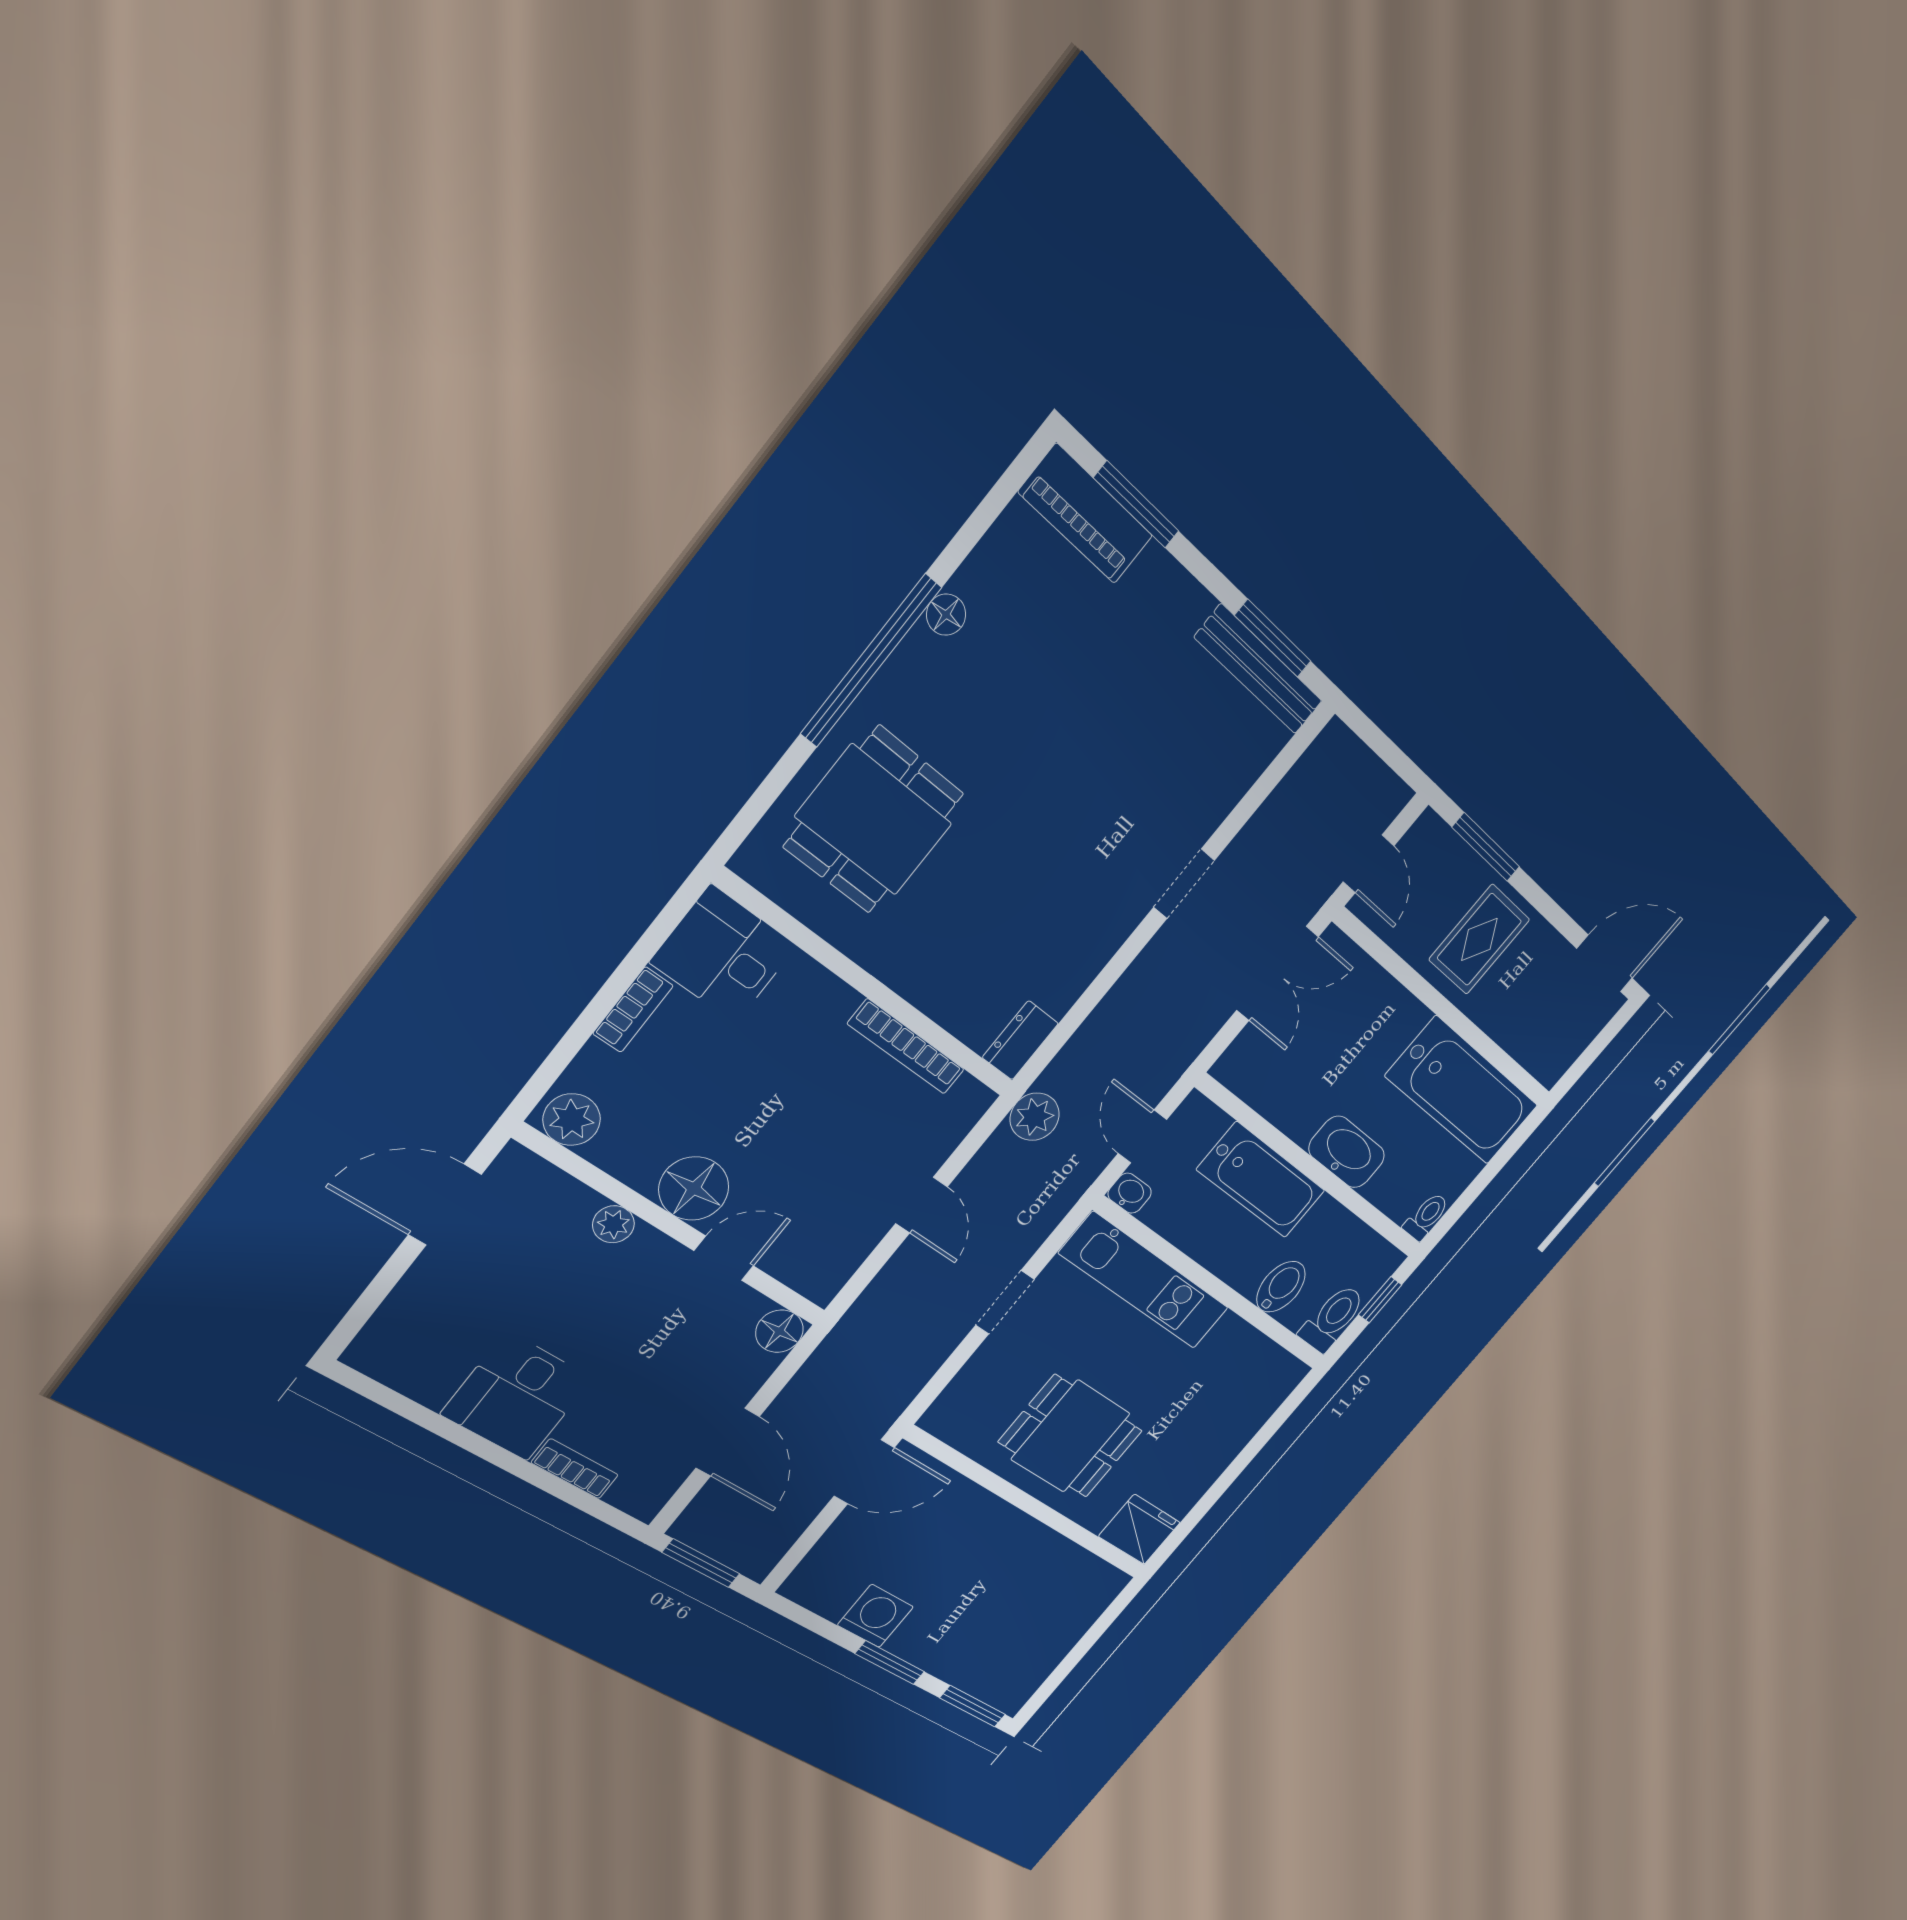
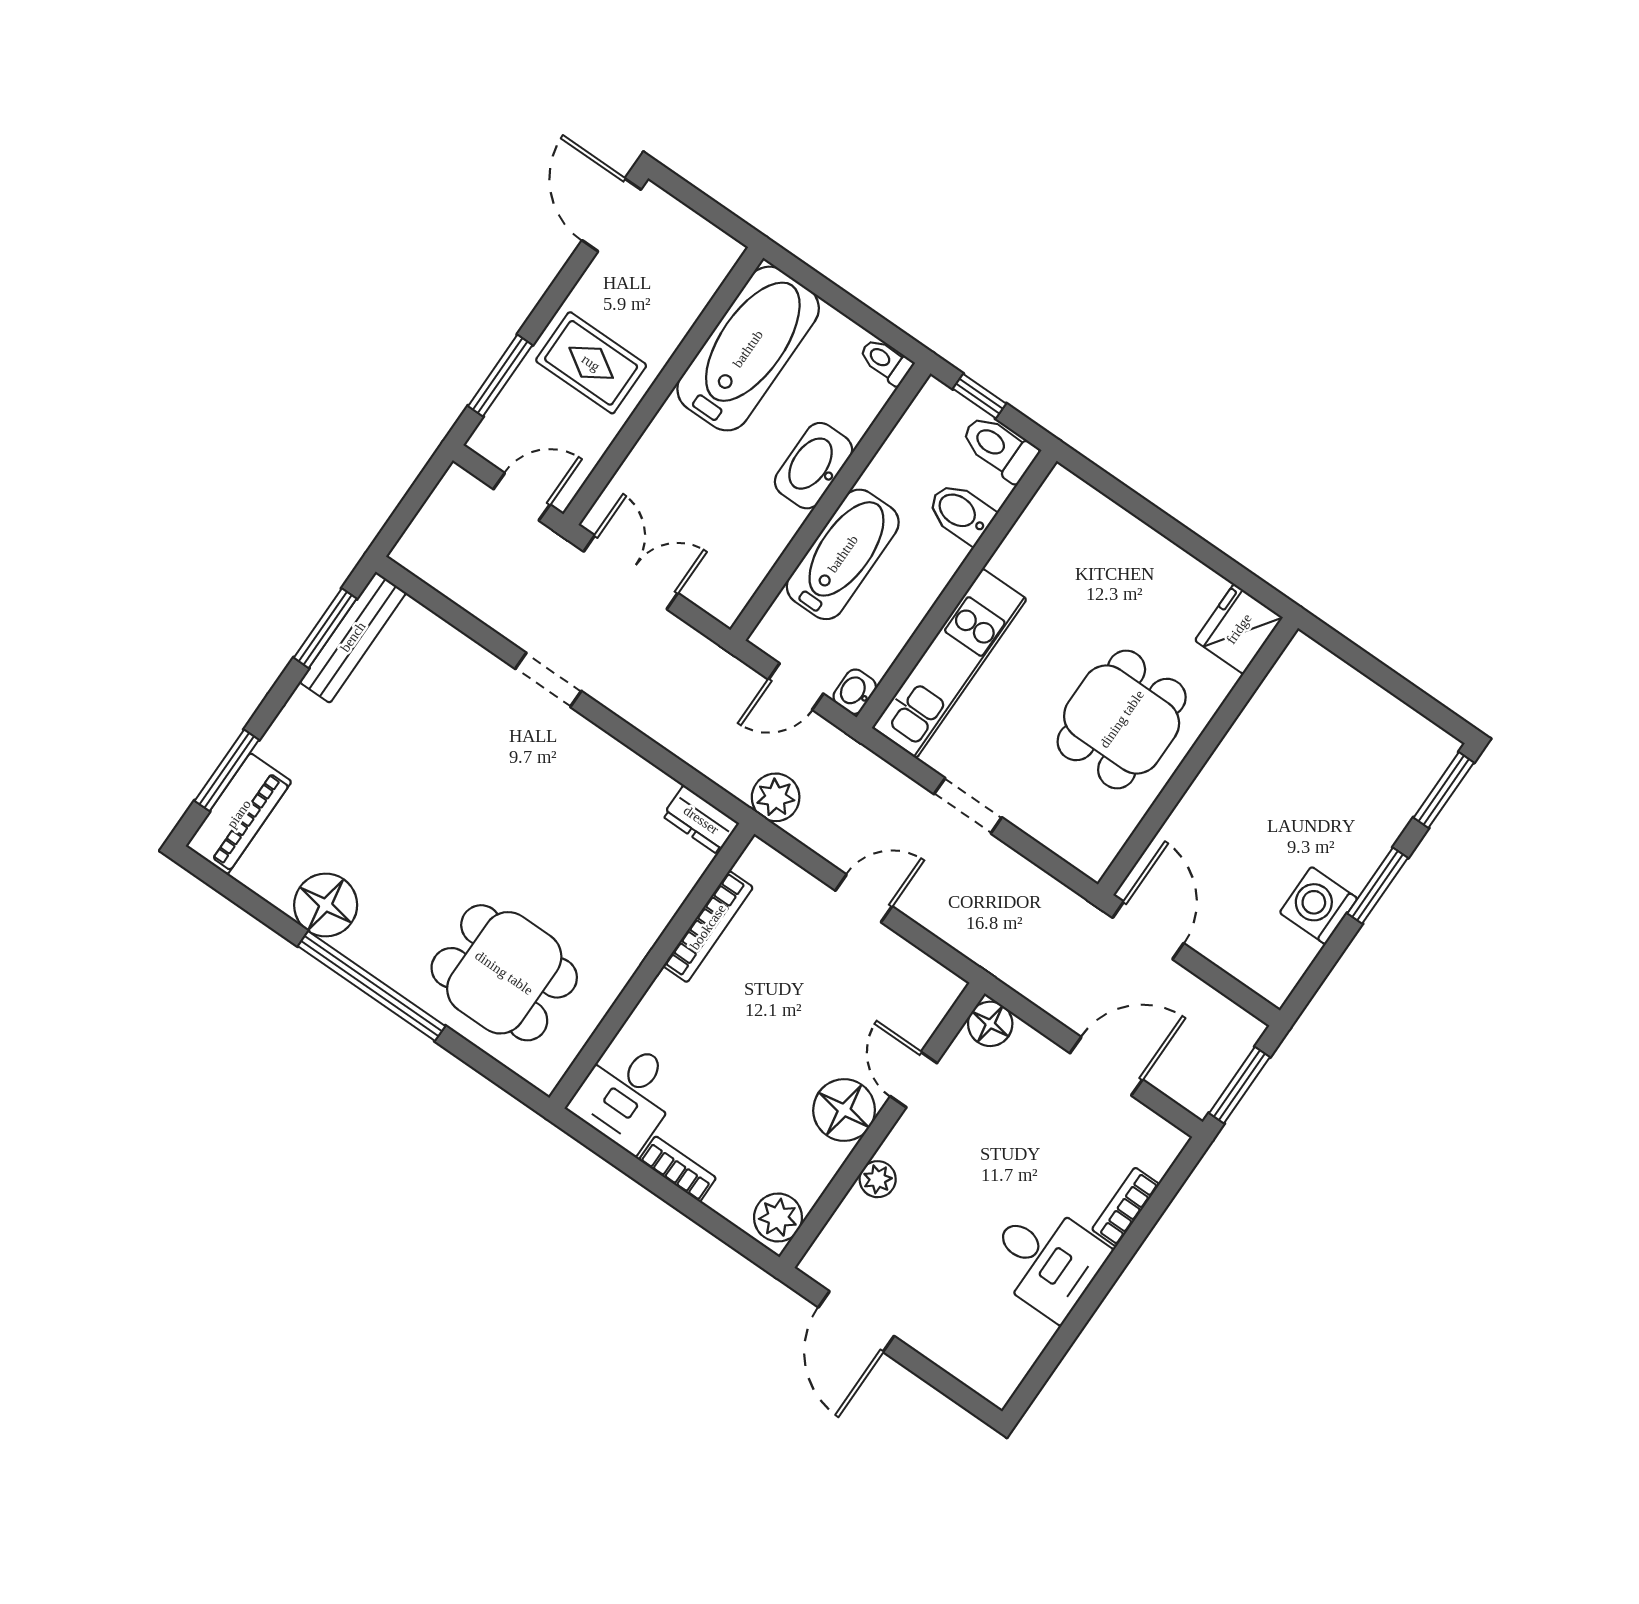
floor lamp: (946, 615) -> (326, 905), width x1.89, depth x1.89

